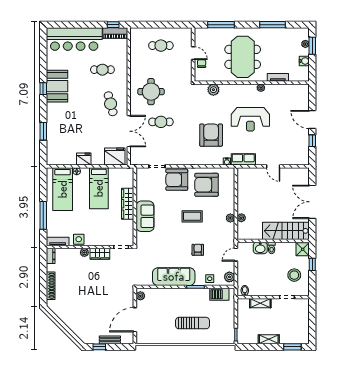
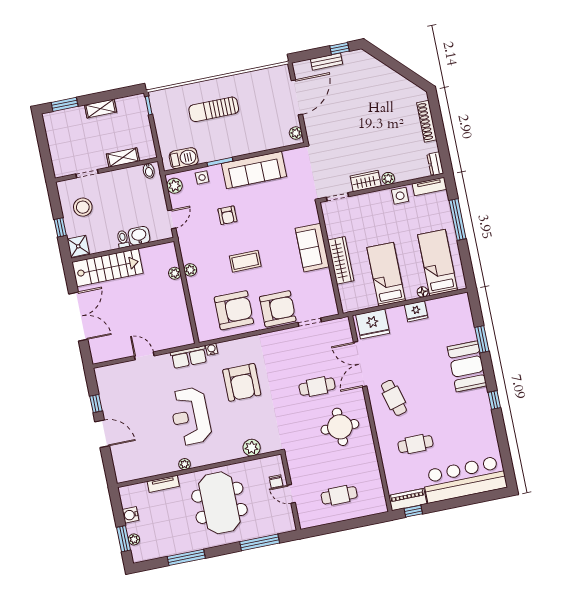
booth: (57, 86) -> (467, 366), moved
reception desk: (250, 119) -> (190, 416), turned -90

